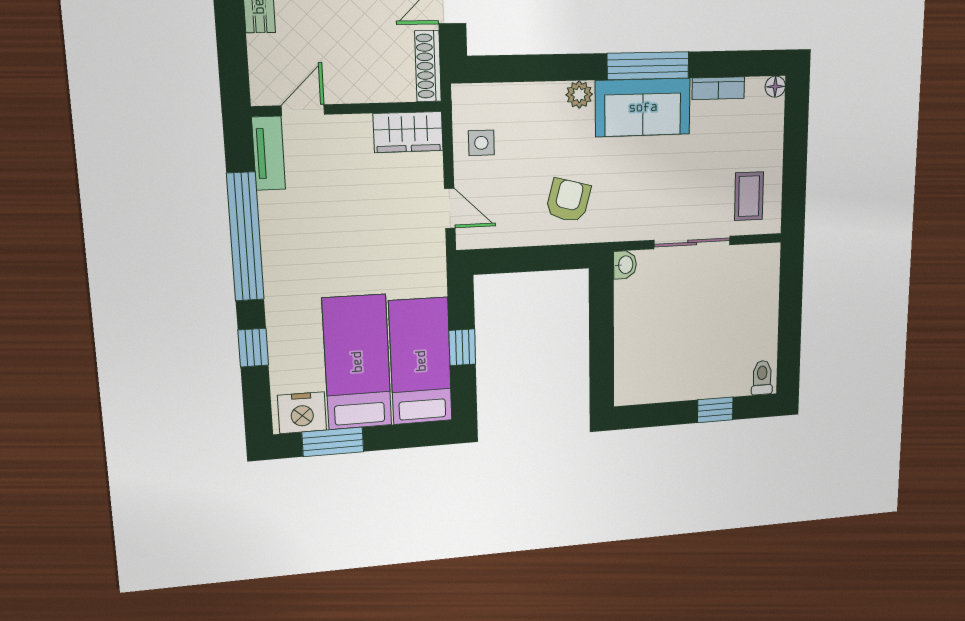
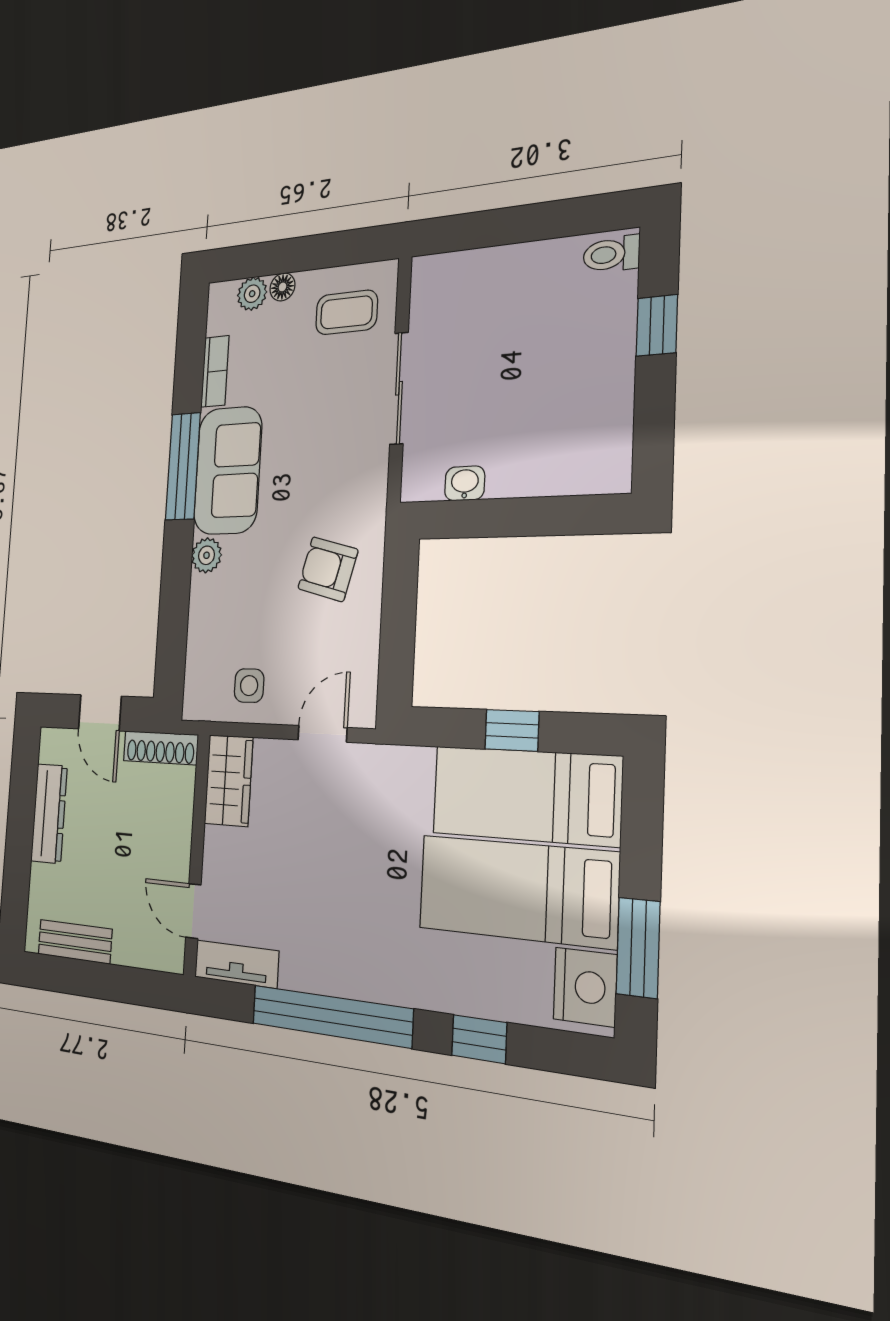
floor lamp: (775, 87) -> (282, 287), moved
plant: (772, 116) -> (252, 294), added
washbasin: (625, 265) -> (465, 483), moved

